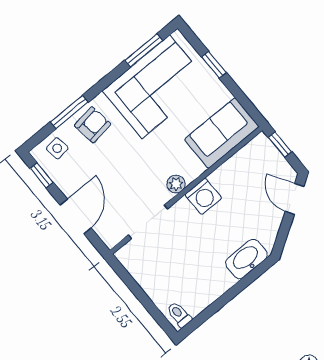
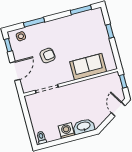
corner sofa: (156, 87) -> (79, 29), removed
armchair: (93, 125) -> (47, 56), moved
sofa: (222, 133) -> (88, 67), moved
plant: (176, 184) -> (67, 78), removed
washing machine: (203, 196) -> (66, 131), moved, turned 180

